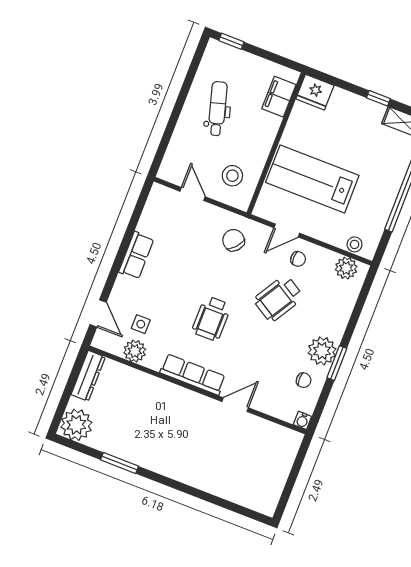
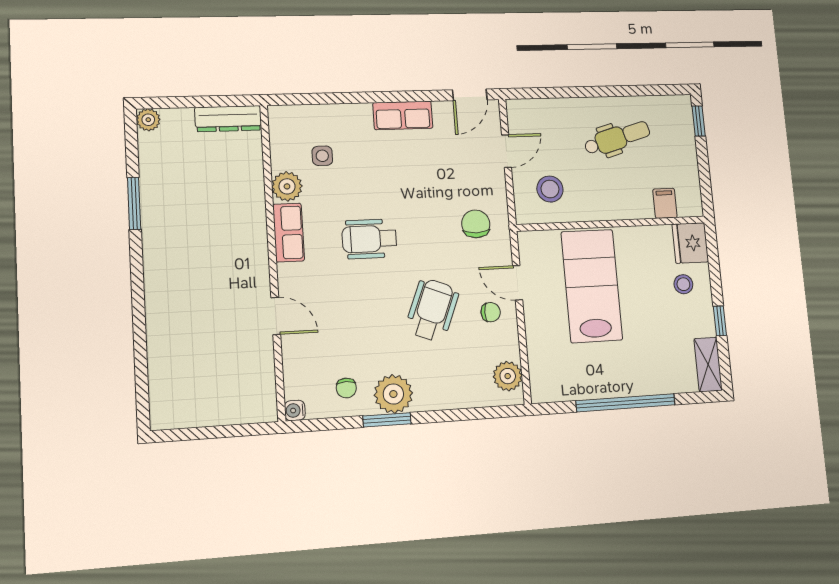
filing cabinet: (279, 97) -> (665, 203), width x0.50
chair: (234, 240) -> (476, 224), turned -41
stool: (355, 244) -> (683, 284), moved
chair: (298, 259) -> (491, 312), turned -90
wheelchair: (278, 298) -> (432, 310), turned 81
door: (98, 313) -> (470, 95), moved
plant: (135, 351) -> (287, 186), moved
row of seats: (193, 375) -> (289, 233), width x0.68
plant: (76, 425) -> (148, 120), width x0.53, depth x0.53

